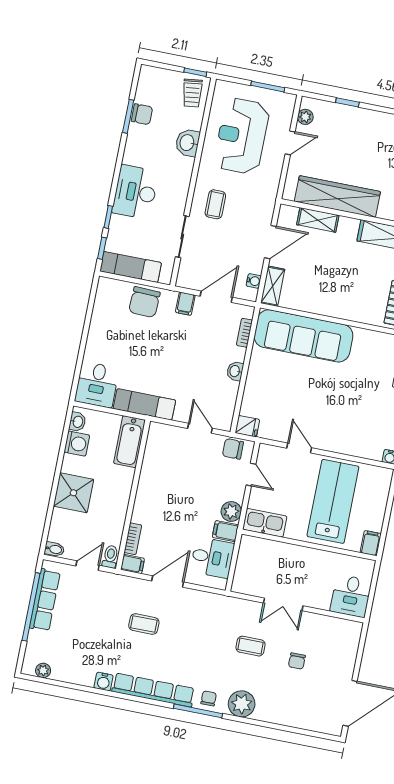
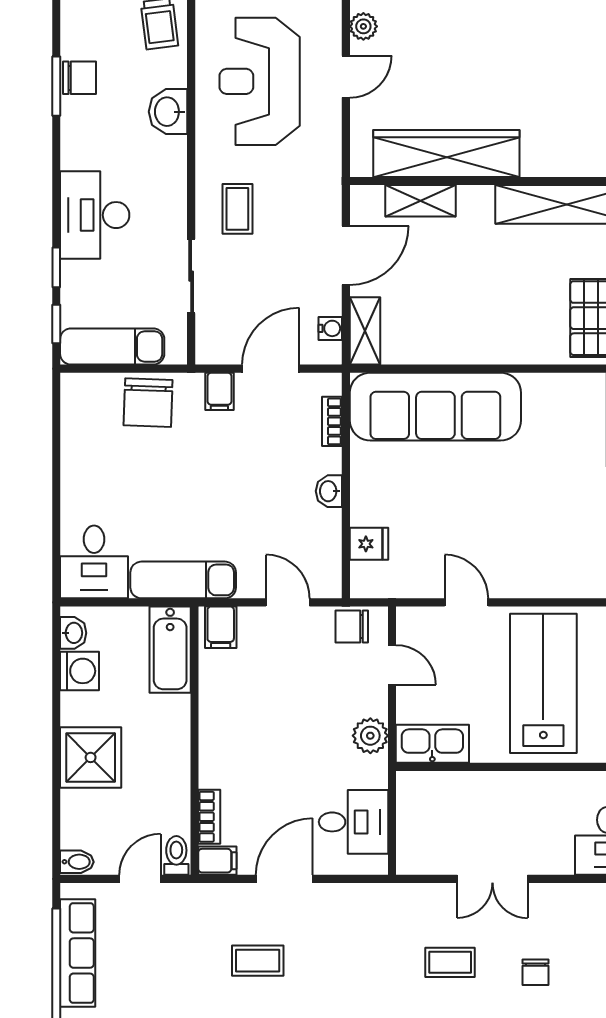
fridge: (247, 426) -> (369, 544), moved
filing cabinet: (225, 531) -> (221, 627), moved, turned -90

